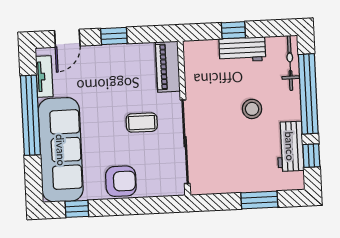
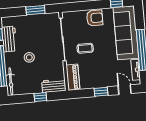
door: (67, 38) -> (125, 90), hinge flipped
workbench: (242, 50) -> (54, 86), moved
armchair: (121, 181) -> (95, 18), turned 180
window: (259, 200) -> (35, 10), moved

